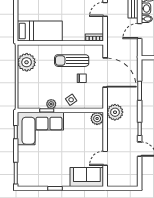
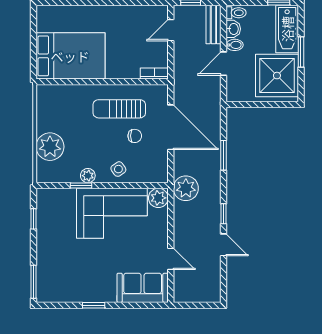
bed: (40, 31) -> (70, 56), width x1.50
plant: (27, 62) -> (50, 147), moved
corner sofa: (40, 129) -> (112, 213), moved
door: (105, 158) -> (171, 259), swing flipped

